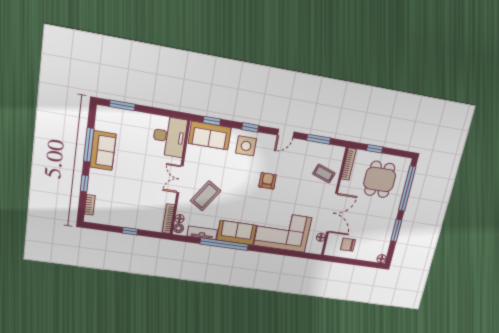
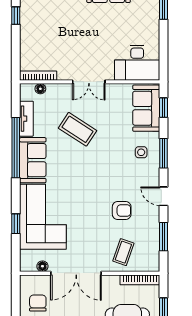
window: (250, 127) -> (164, 153), width x1.50
side table: (246, 146) -> (141, 152), width x0.54, depth x0.54
double door: (180, 179) -> (89, 82), swing flipped
armchair: (268, 181) -> (122, 210), moved
coffee table: (206, 196) -> (78, 129), moved
plant: (179, 228) -> (28, 89), removed
window: (130, 231) -> (16, 16), moved
window: (284, 252) -> (16, 224), added

